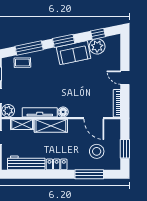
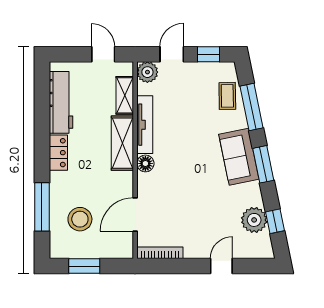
sofa: (74, 53) -> (239, 157), moved
door: (125, 78) -> (221, 266), moved

